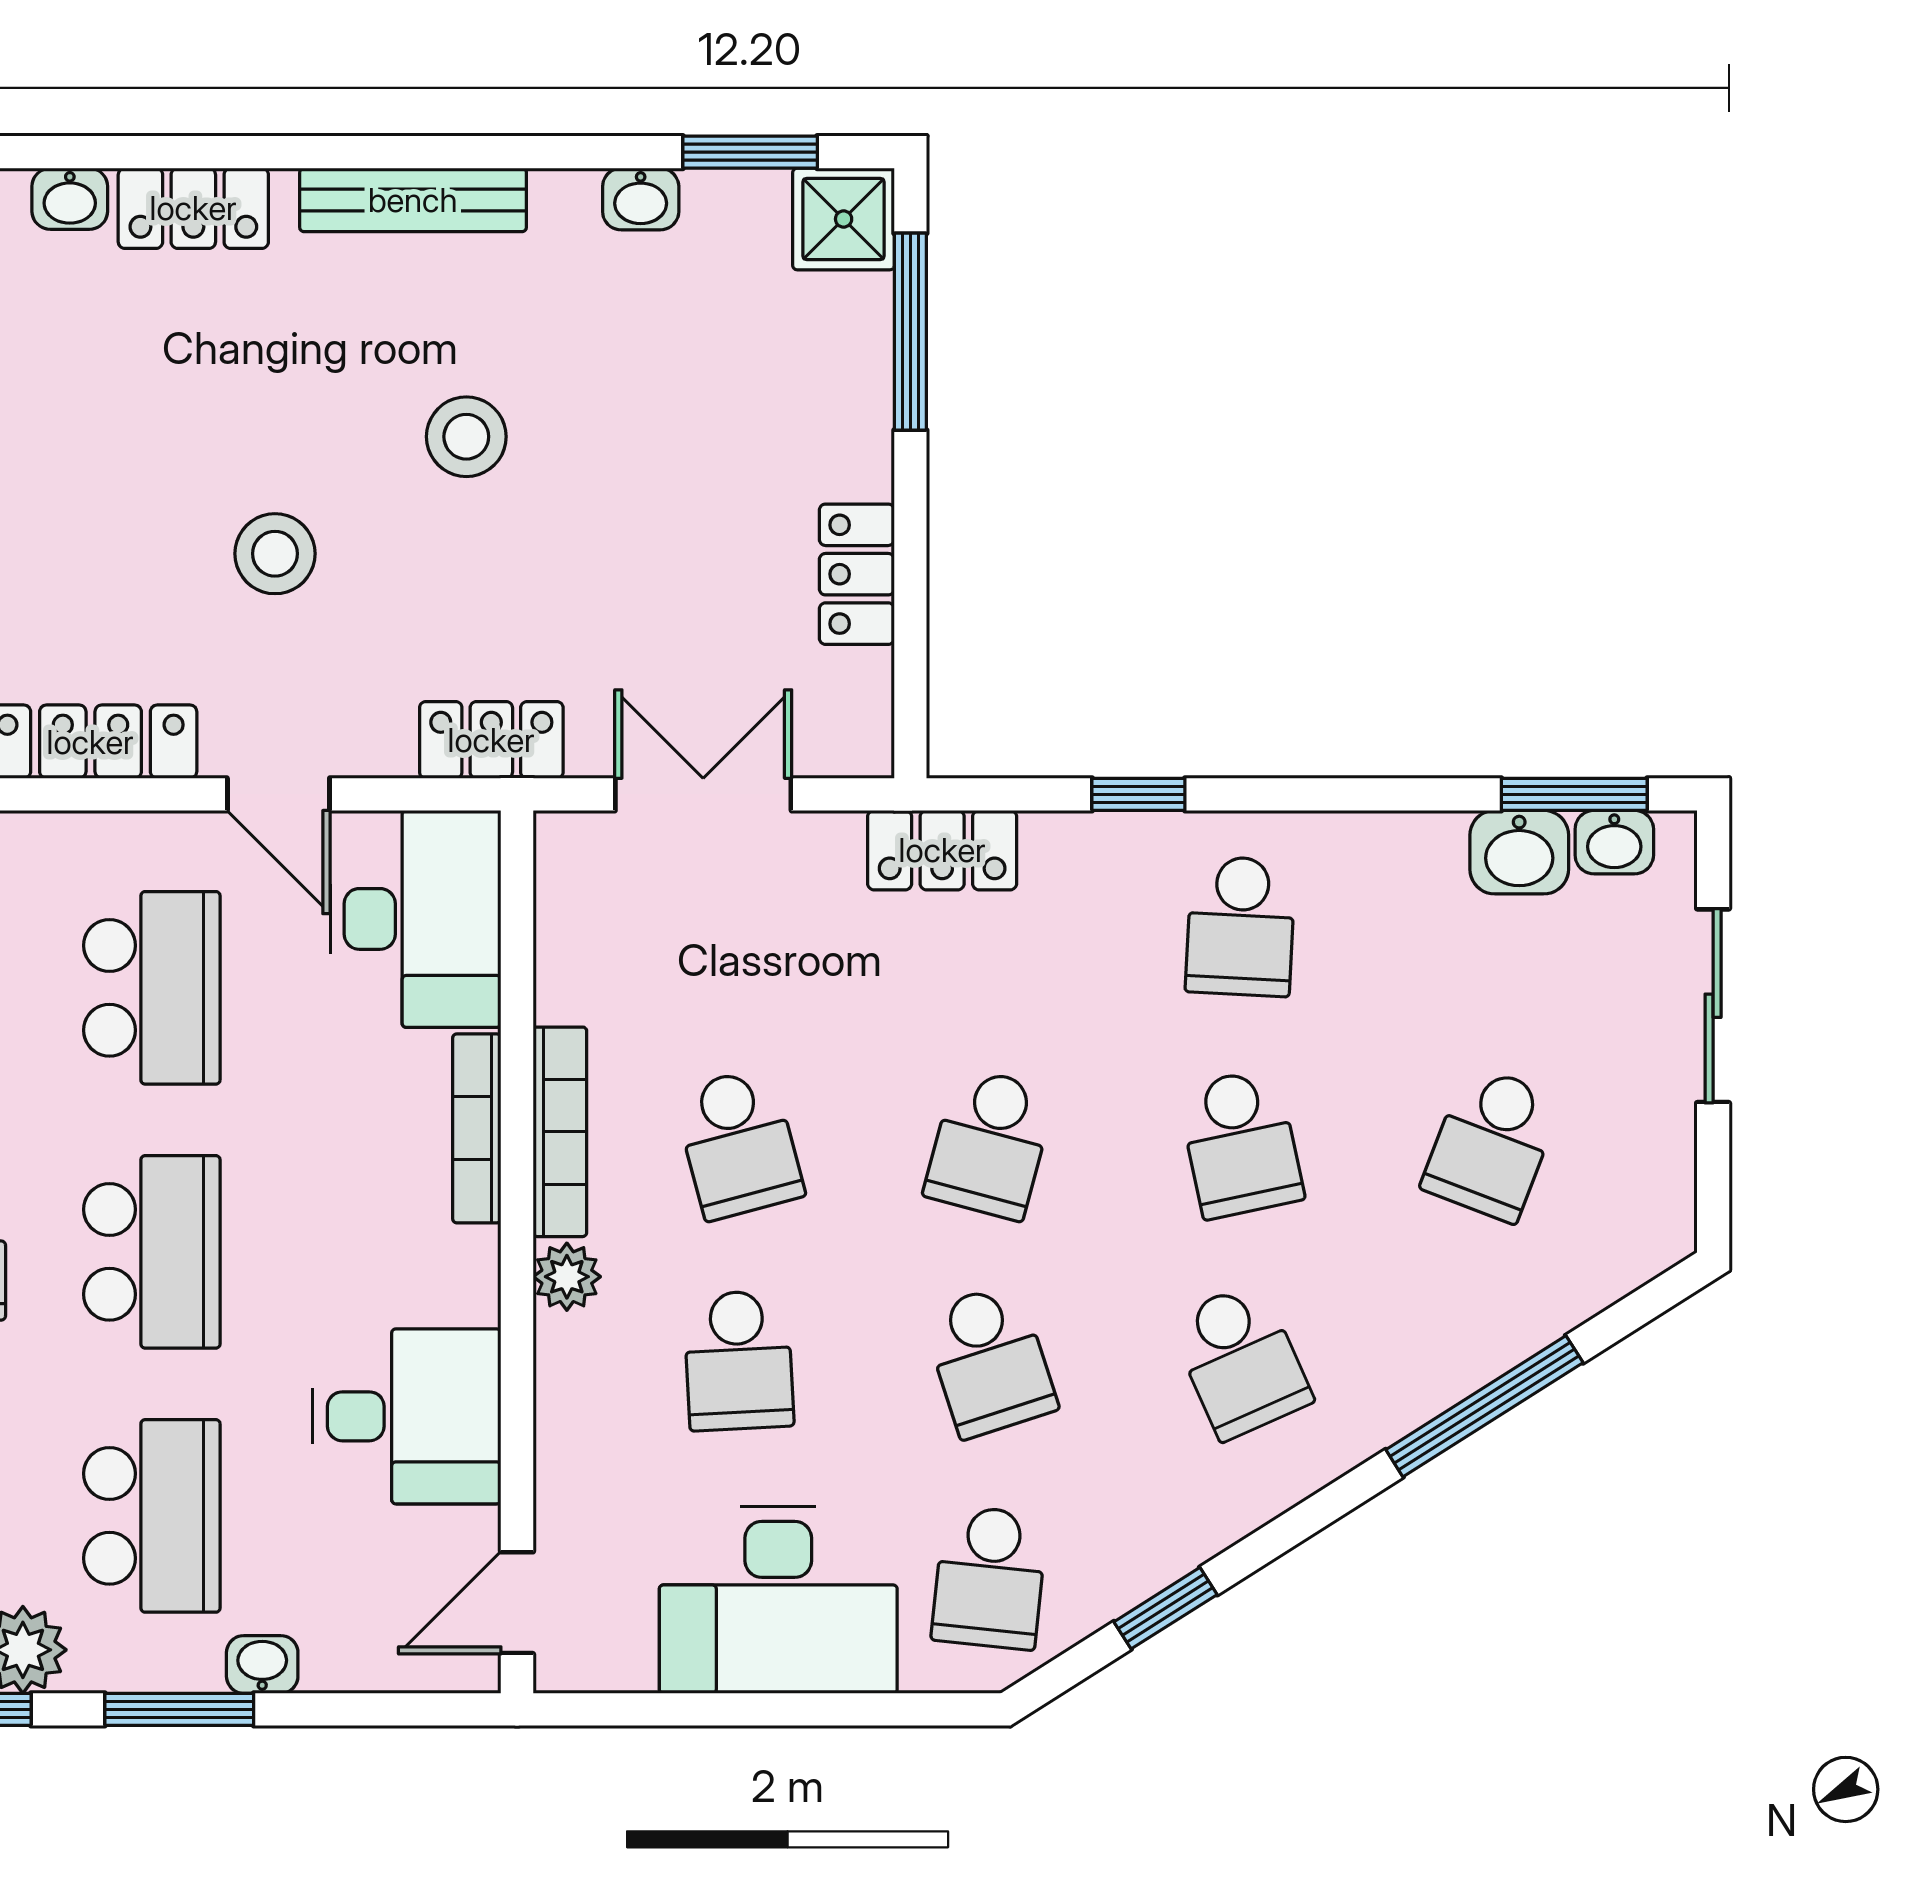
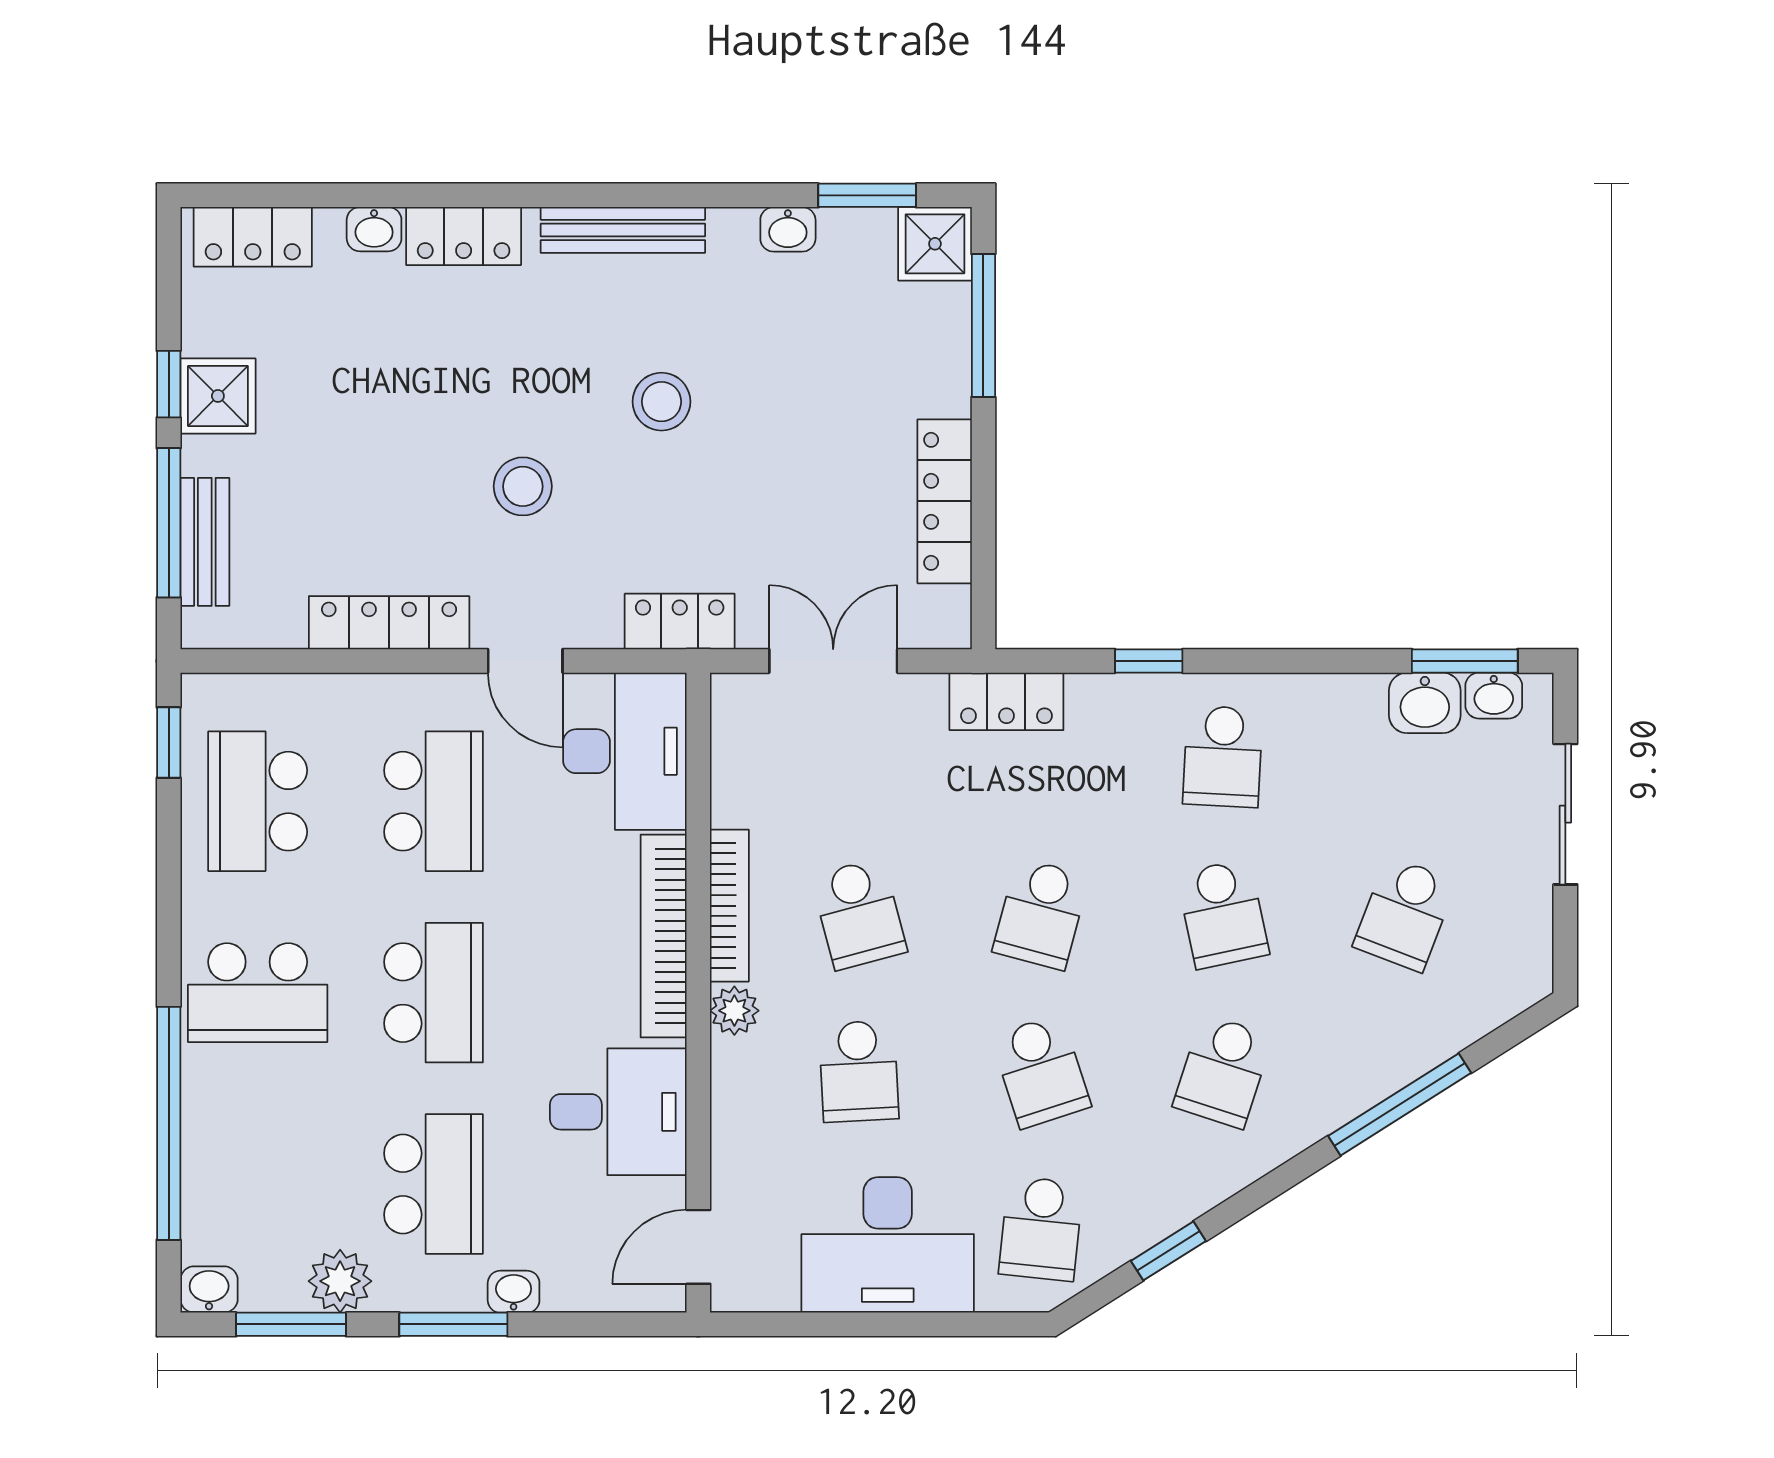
locker: (857, 574) -> (945, 501), width x1.53
bookcase: (477, 1128) -> (664, 936), width x1.48, depth x1.31
school desk: (1241, 1360) -> (1223, 1071), turned 42

